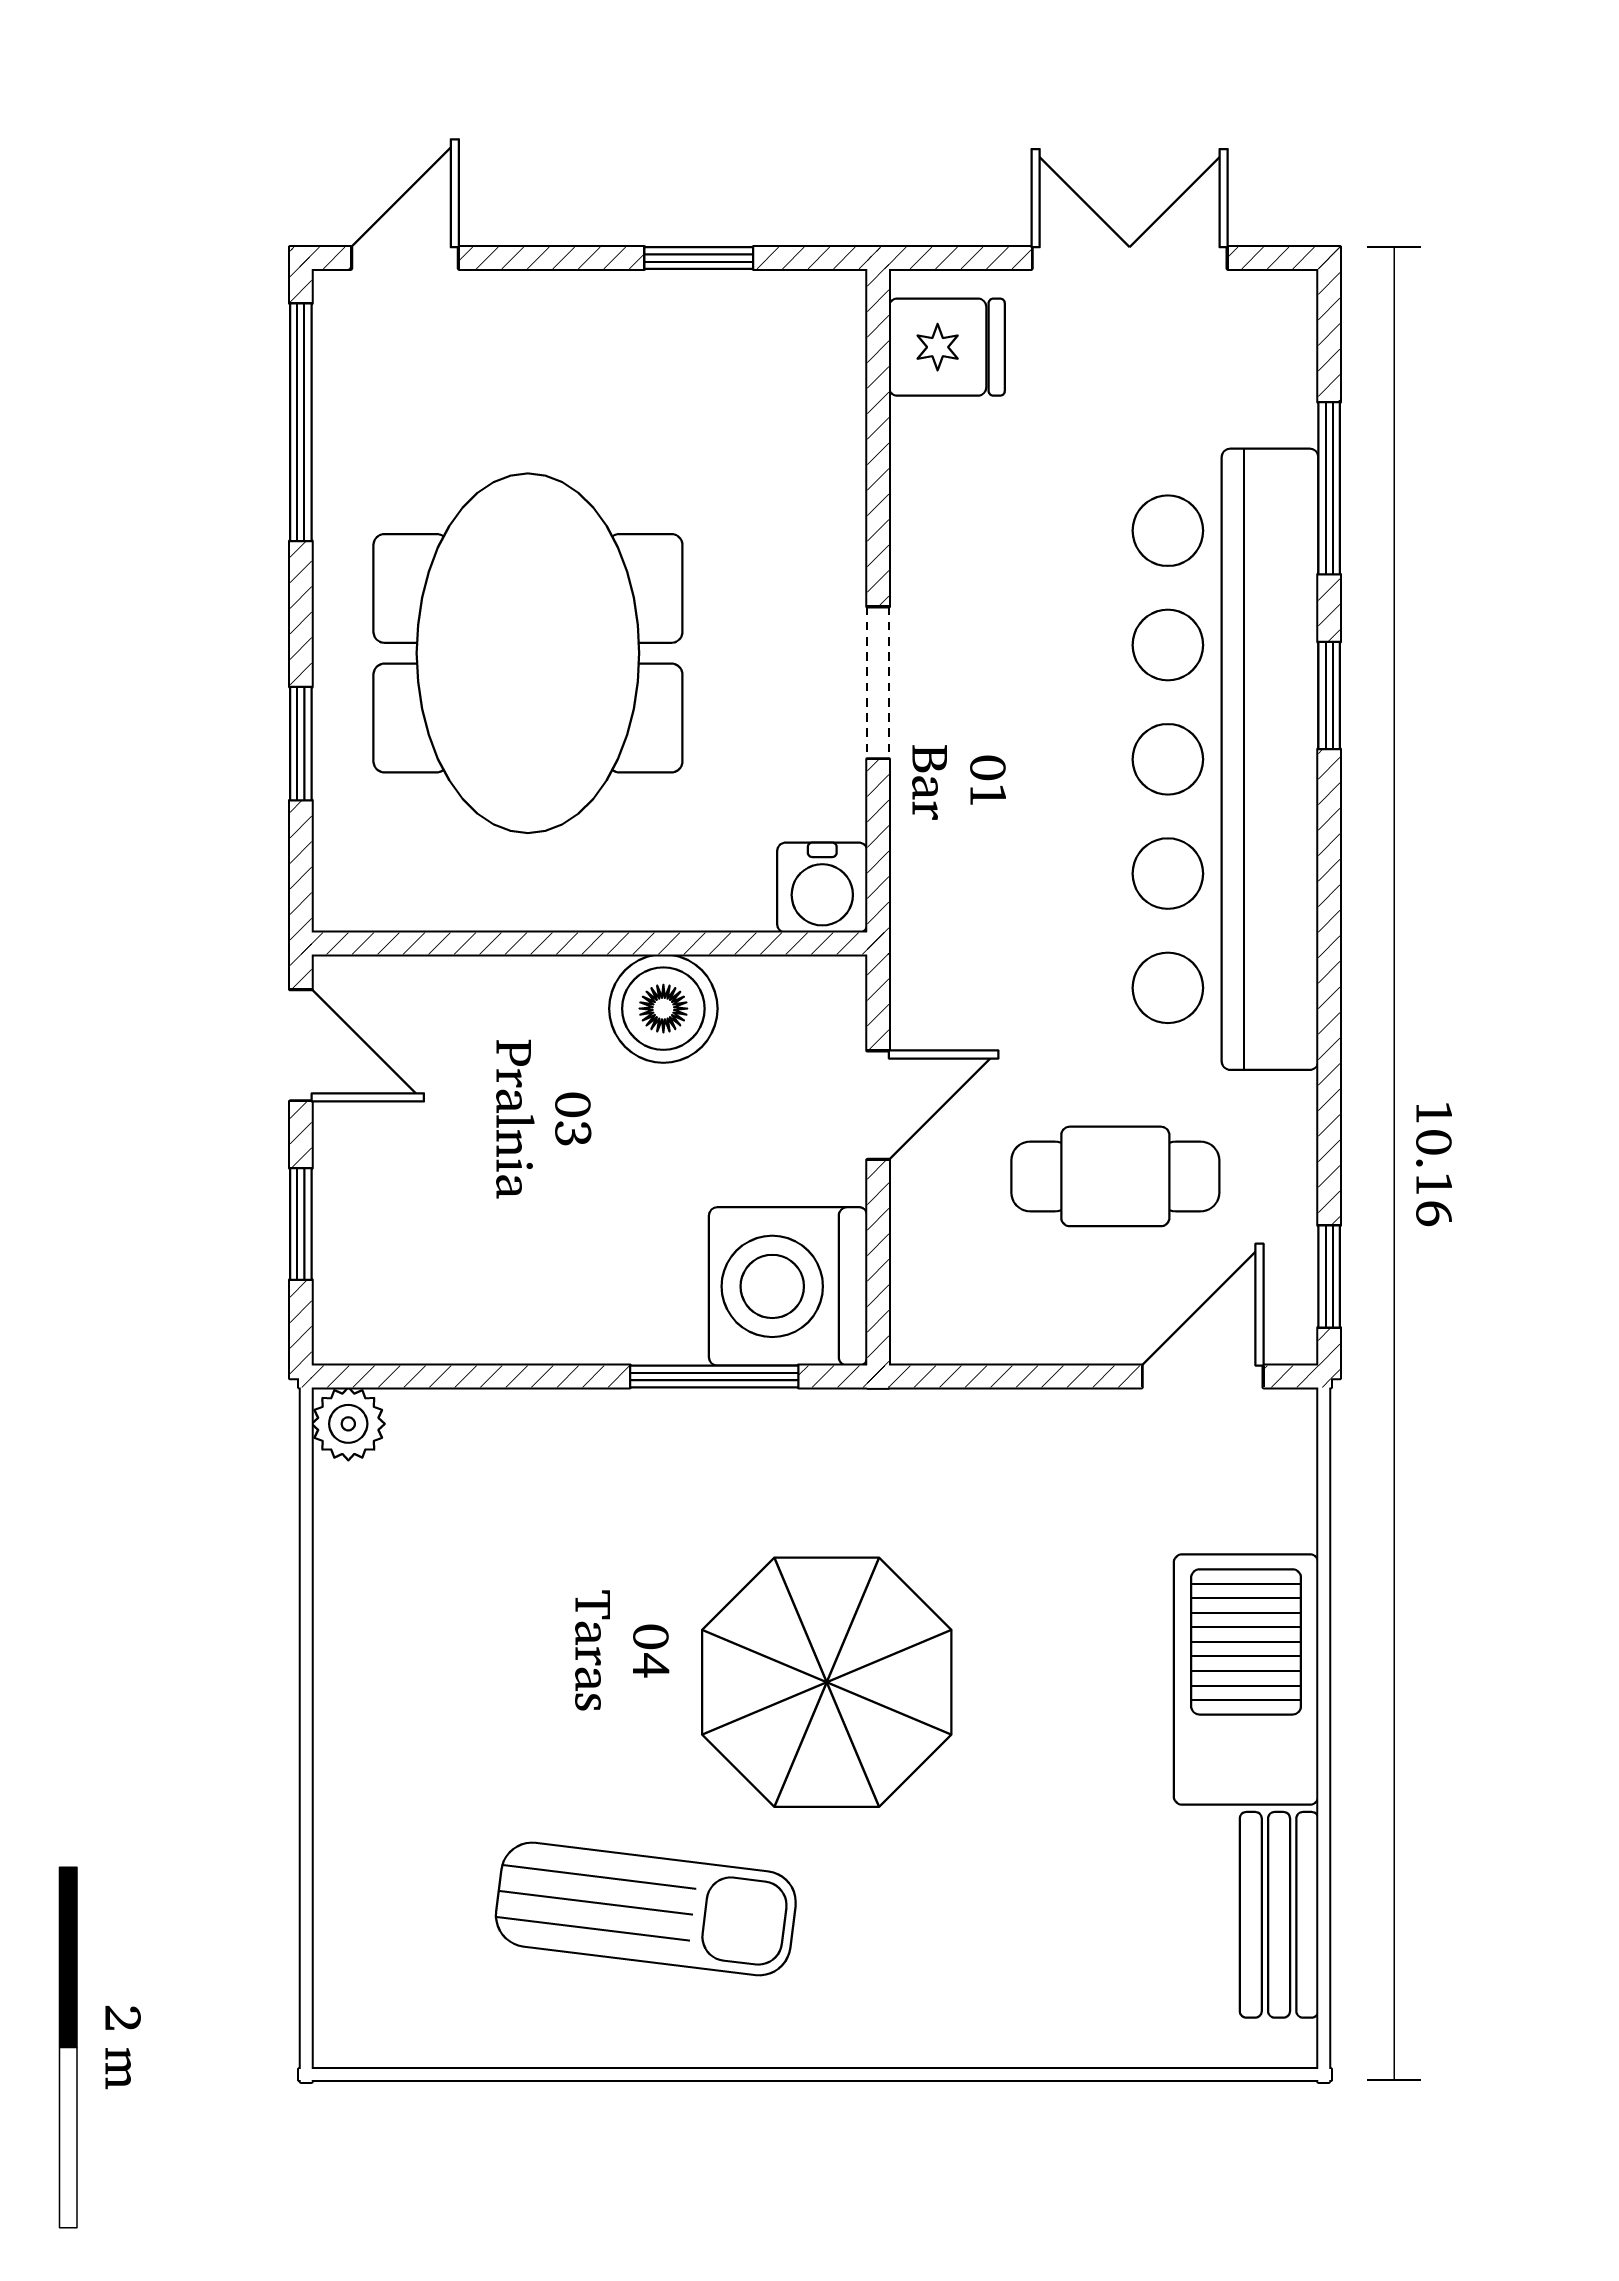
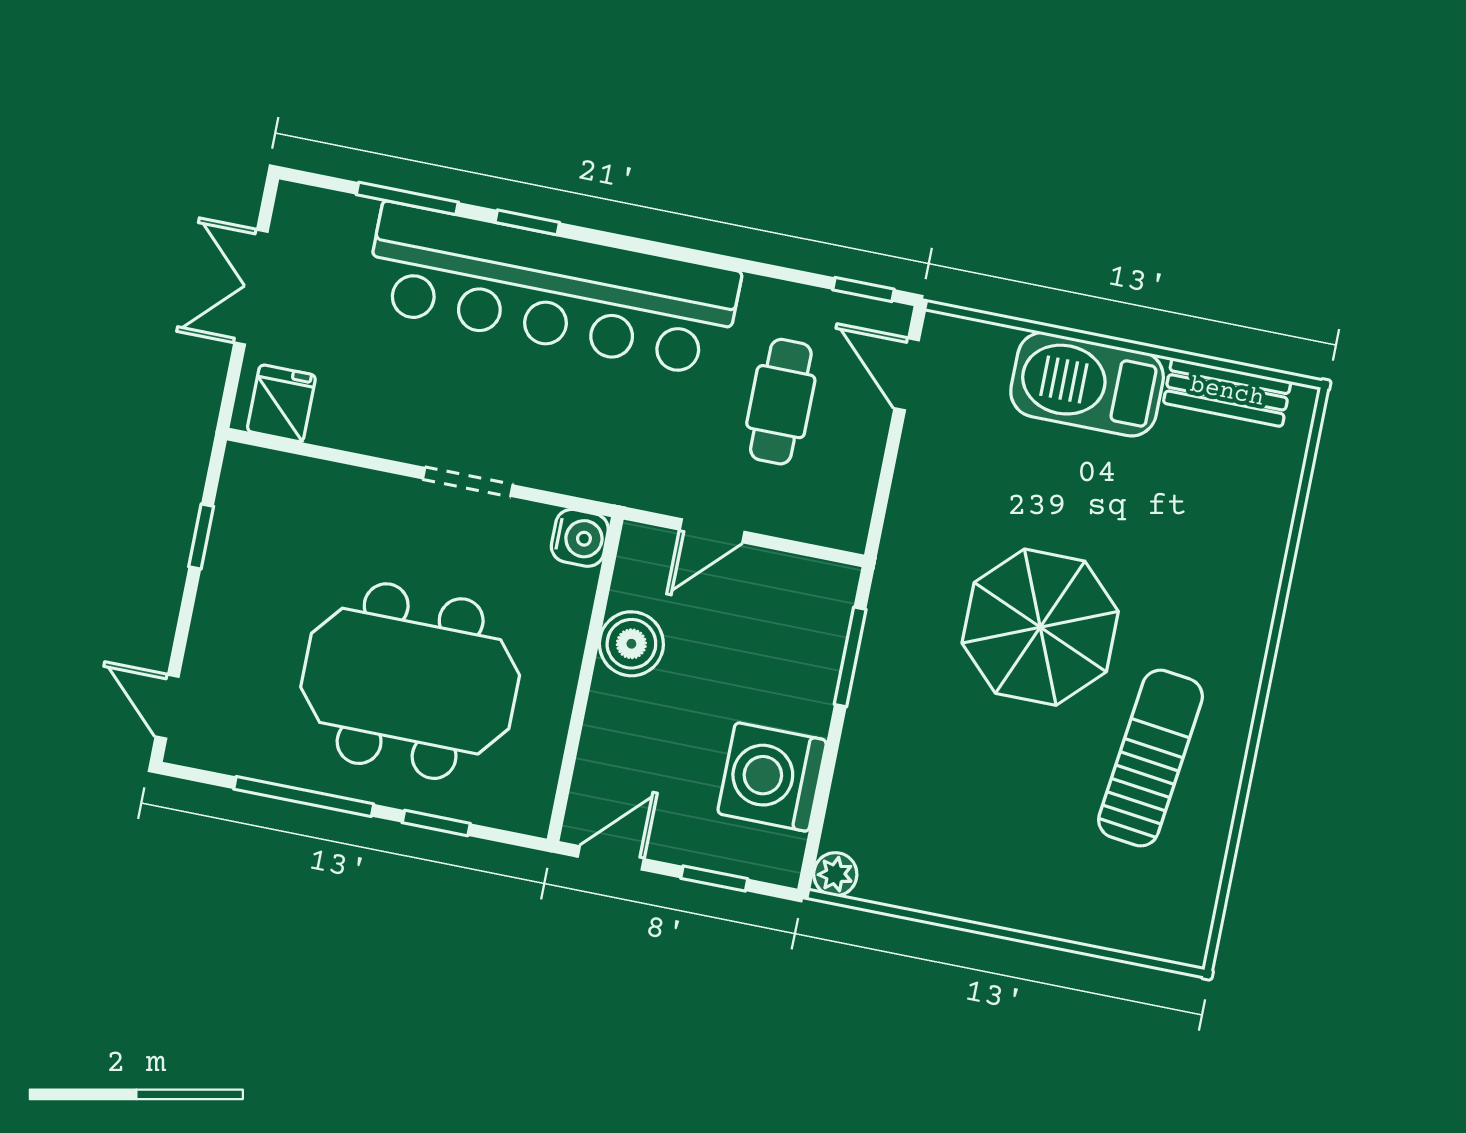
window: (301, 422) -> (304, 796), moved
door: (878, 1105) -> (712, 531), swing flipped
washing machine: (788, 1286) -> (772, 777), moved, turned 90

